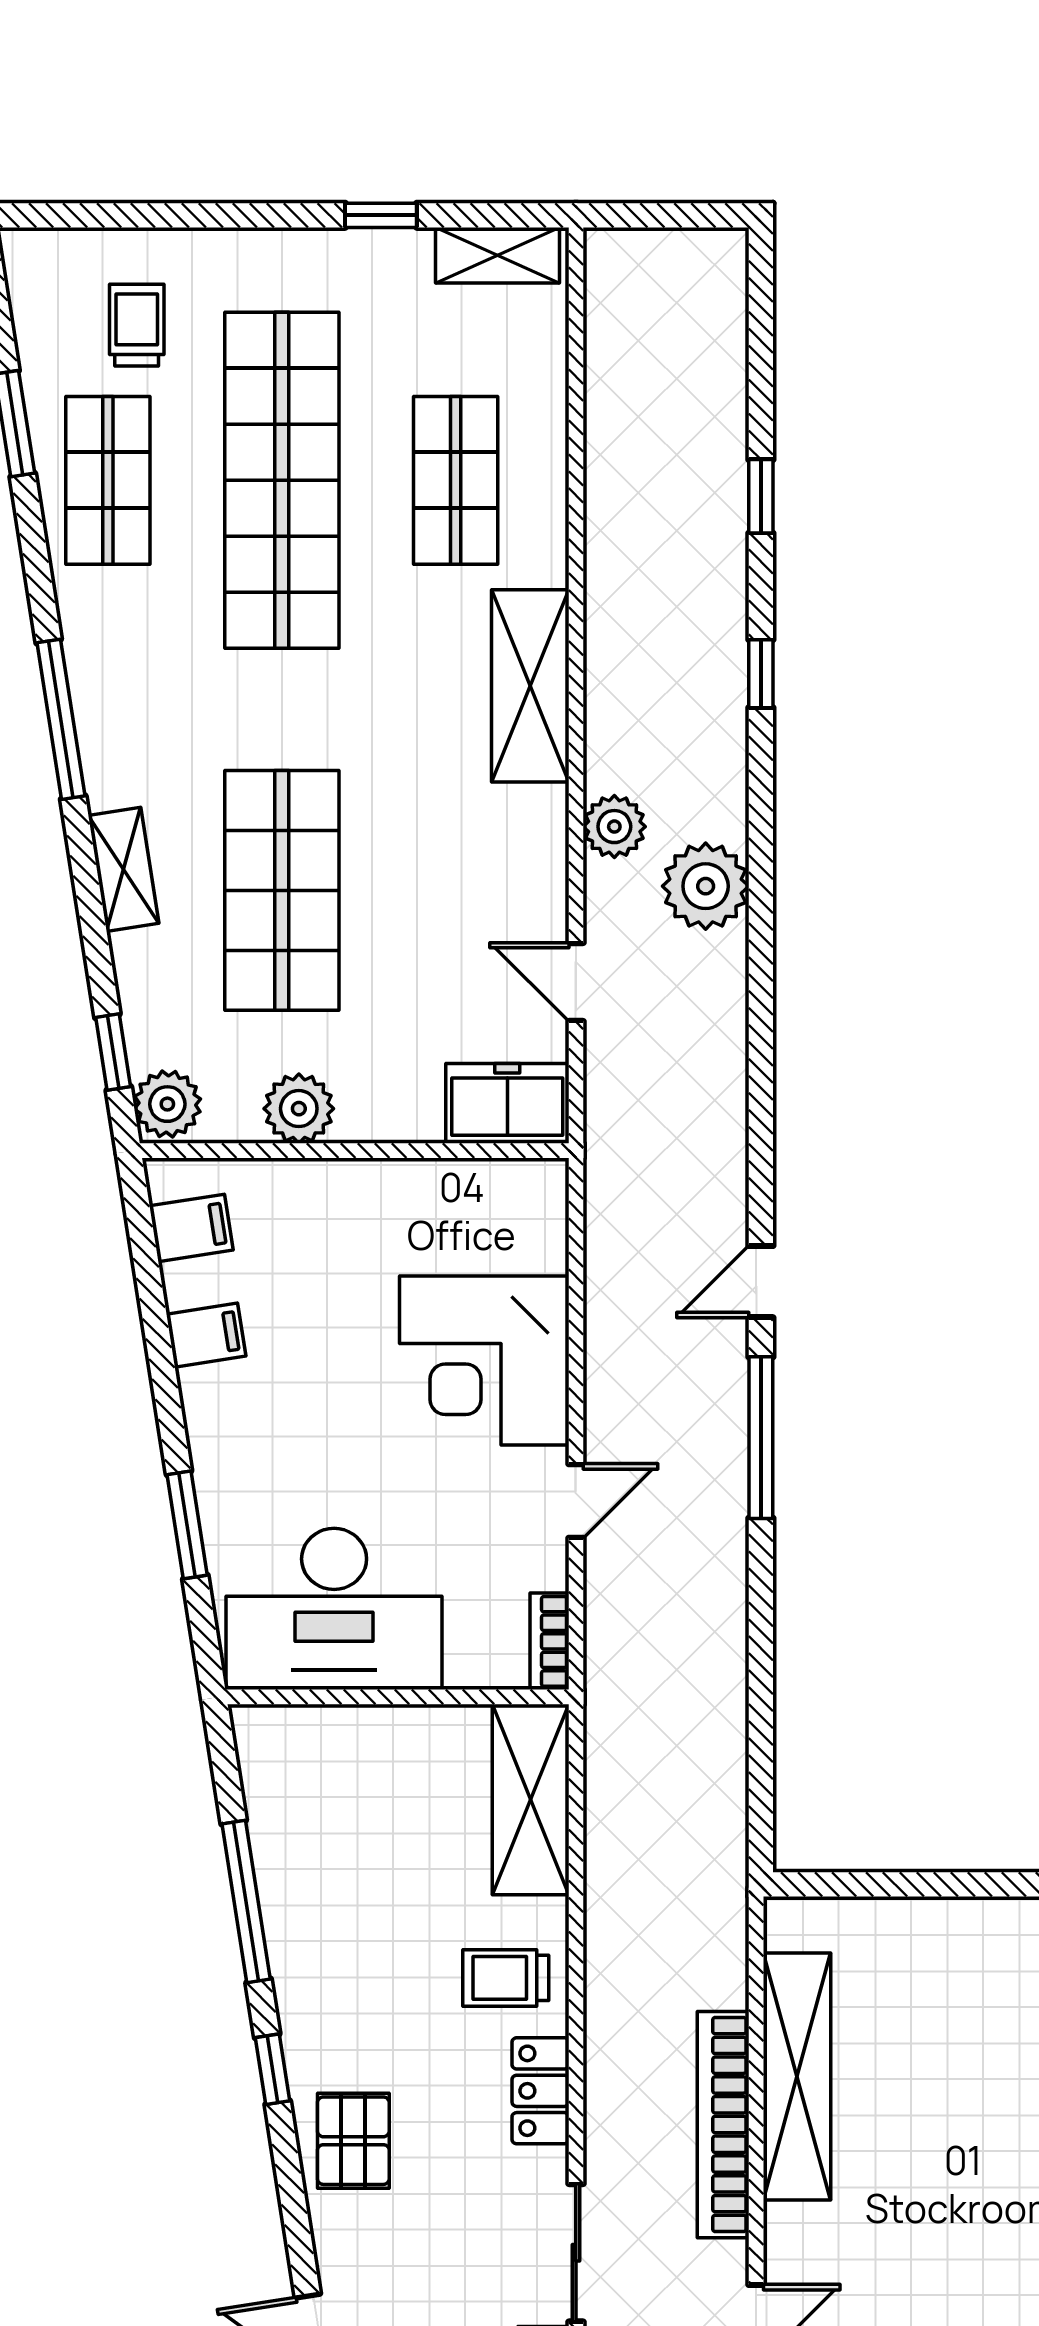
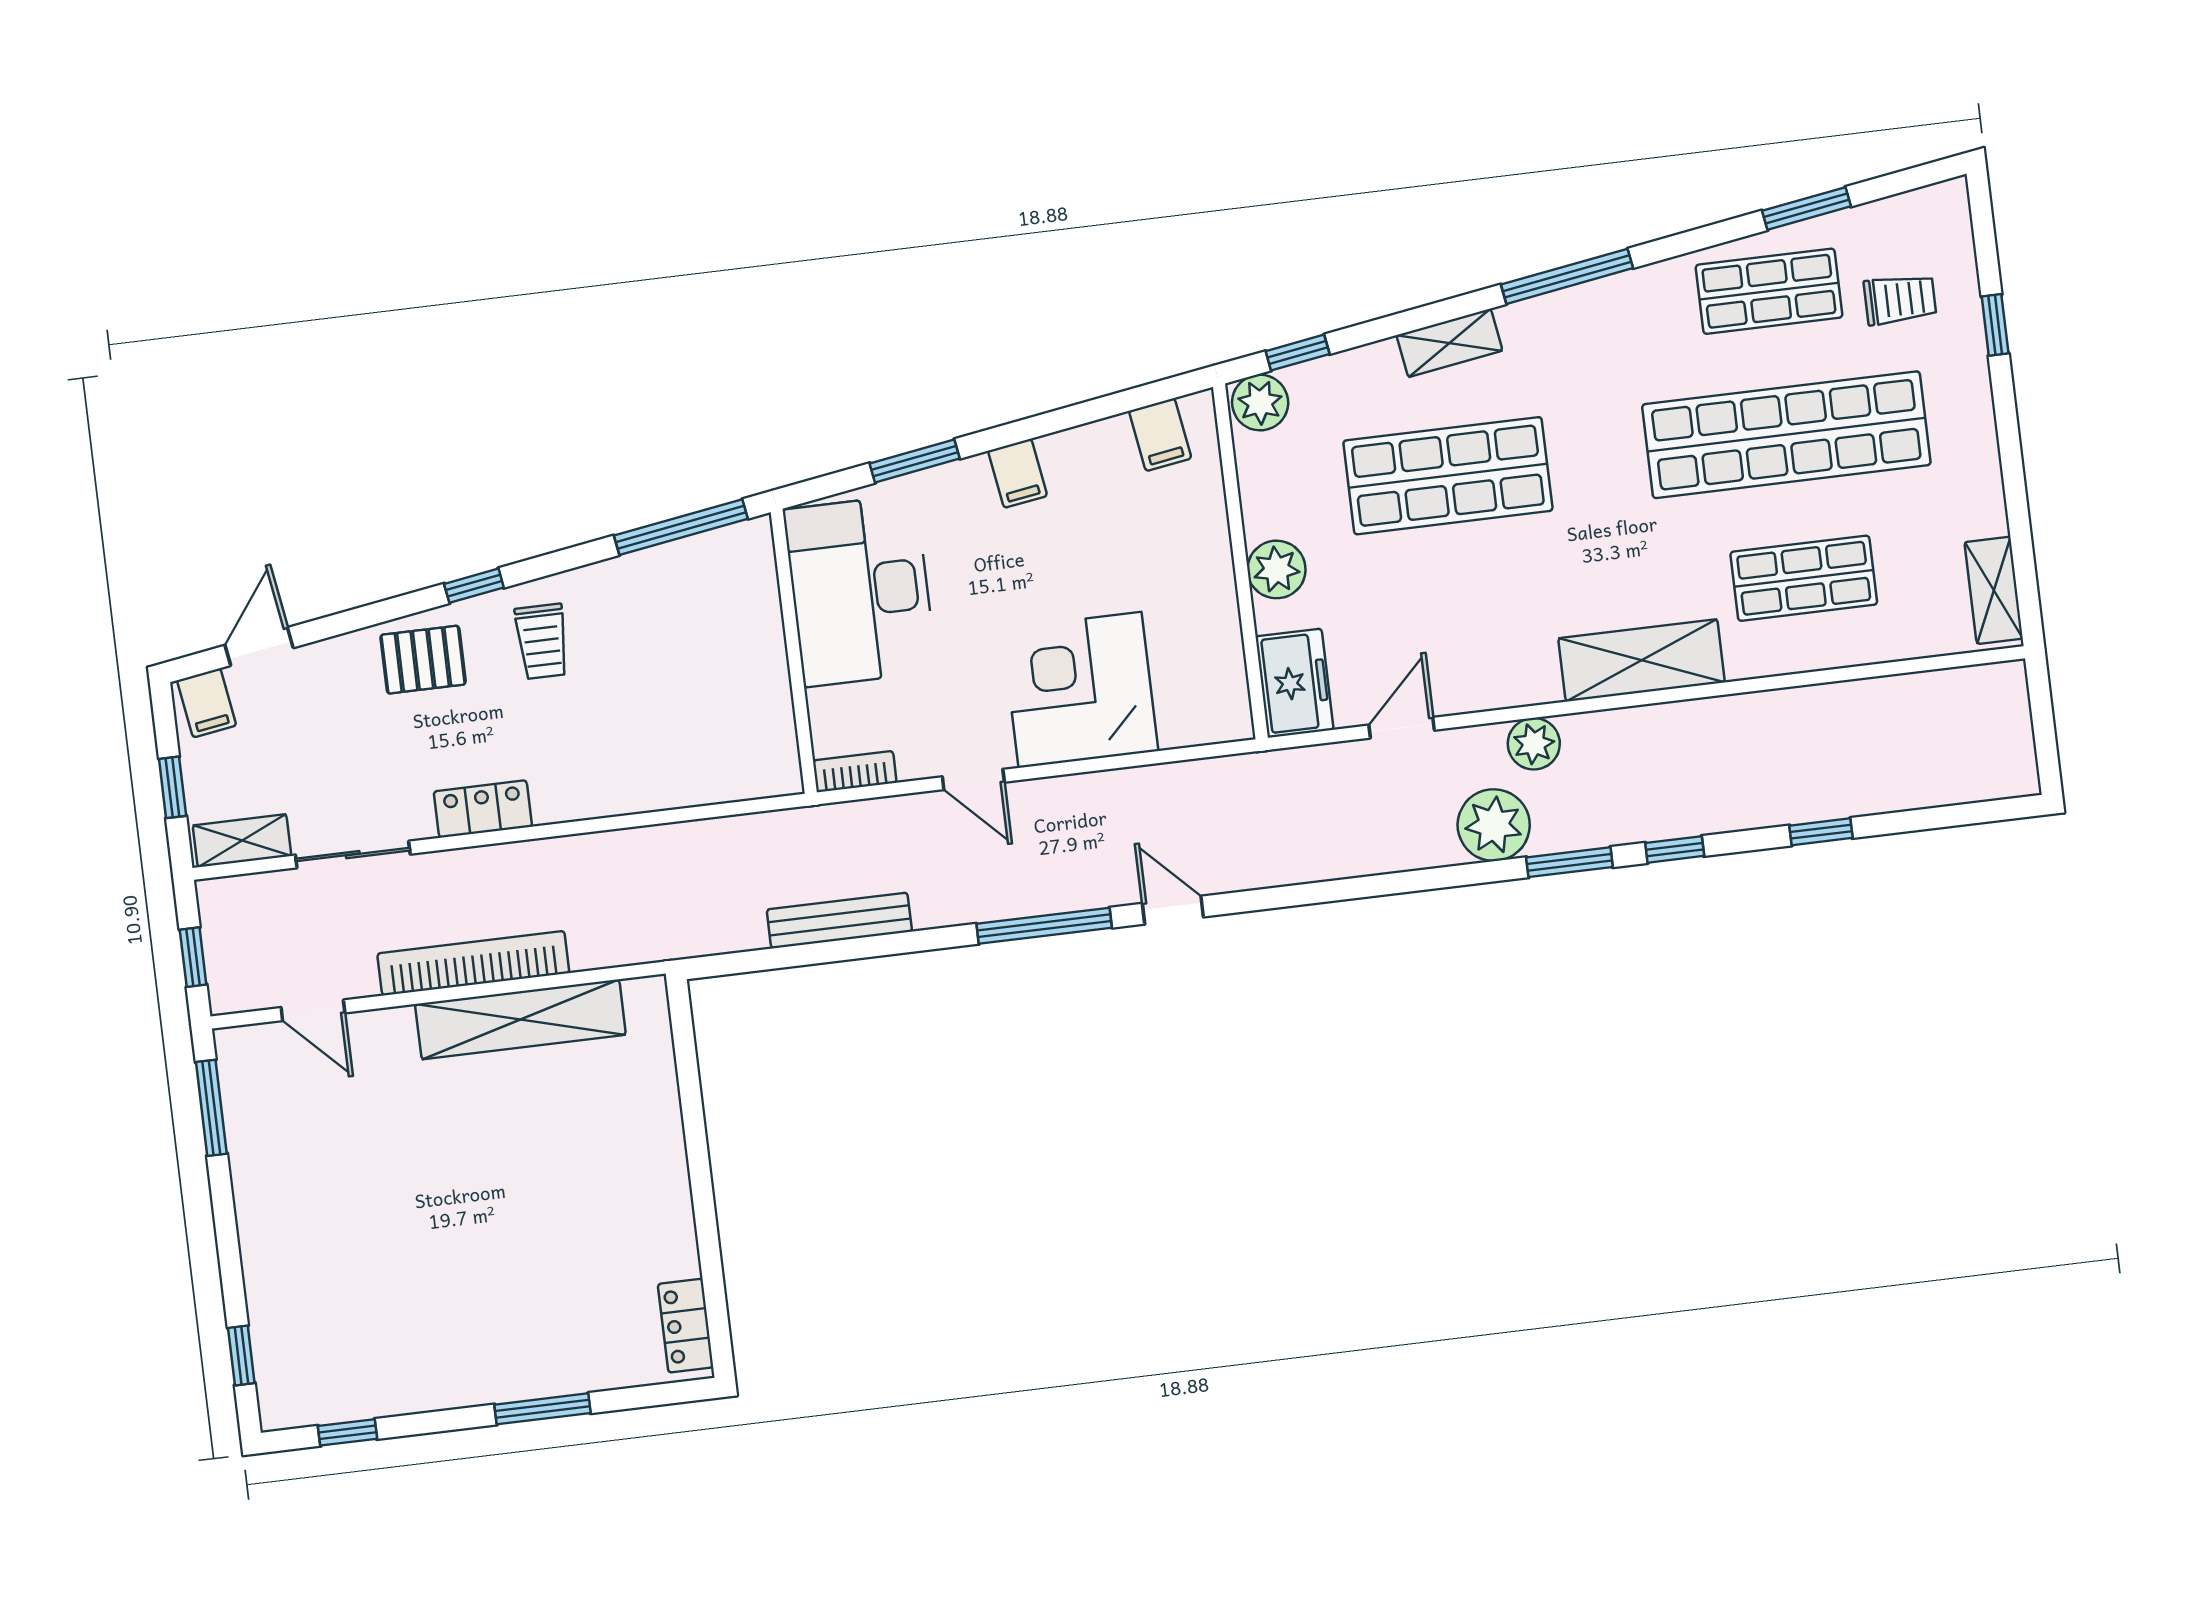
window: (381, 215) -> (1995, 325), moved
window: (761, 801) -> (1569, 862), added
plant: (299, 1109) -> (1276, 569), moved
filing cabinet: (206, 1335) -> (1018, 473), moved
bench: (725, 1681) -> (839, 921), added
shelving: (531, 1800) -> (722, 772), removed
window: (246, 1902) -> (681, 527), moved
trolley: (506, 1978) -> (542, 641), moved, turned 180

